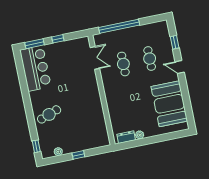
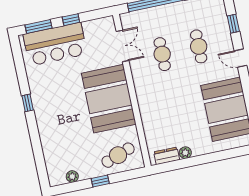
bar counter: (35, 68) -> (55, 44), moved, turned 90
booth: (85, 96) -> (109, 99), added
cafe table: (49, 114) -> (118, 155), moved
window: (36, 146) -> (28, 103), moved

